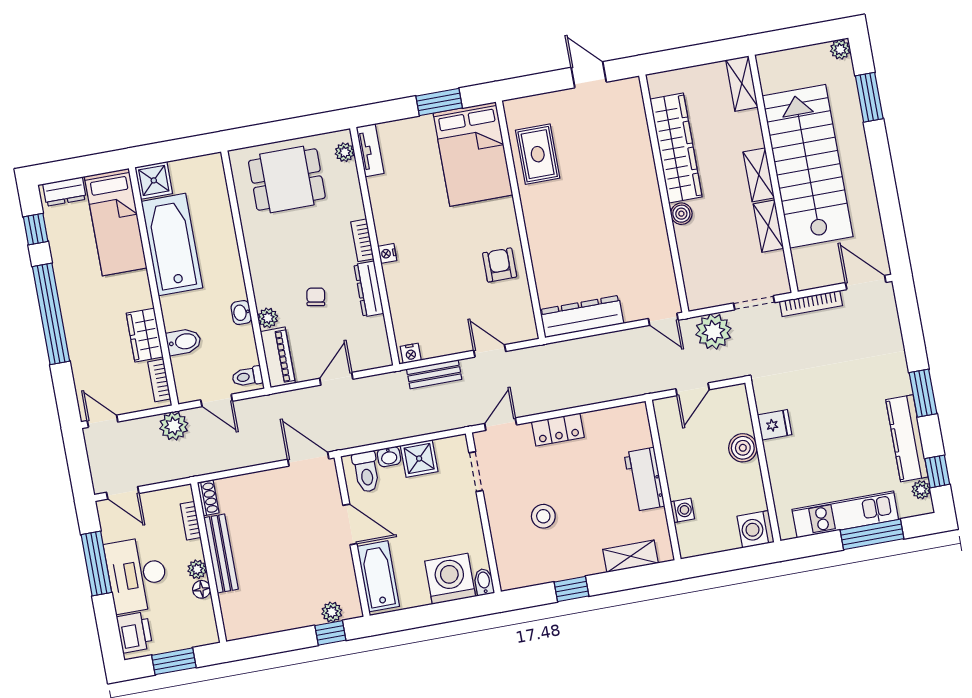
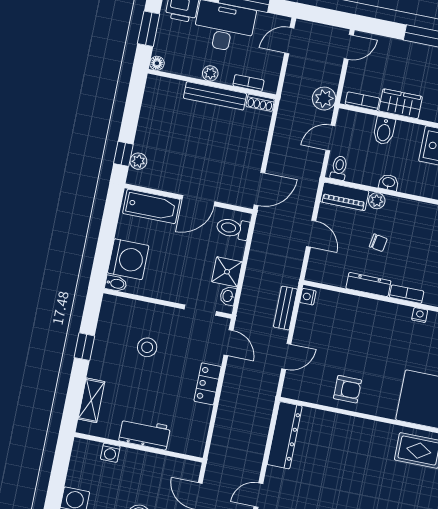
nightstand: (387, 253) -> (420, 315), moved
washbasin: (389, 457) -> (228, 296), moved
floor lamp: (202, 589) -> (157, 63), moved

